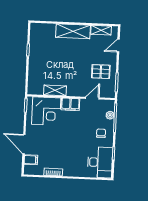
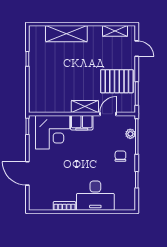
shelving: (73, 31) -> (66, 34), moved
door: (118, 46) -> (137, 49), swing flipped
pallet: (101, 72) -> (117, 81), width x1.50, depth x1.42
shelving: (55, 90) -> (85, 107), moved
filing cabinet: (31, 160) -> (37, 192), removed
desk: (100, 162) -> (95, 196), moved, turned 90

